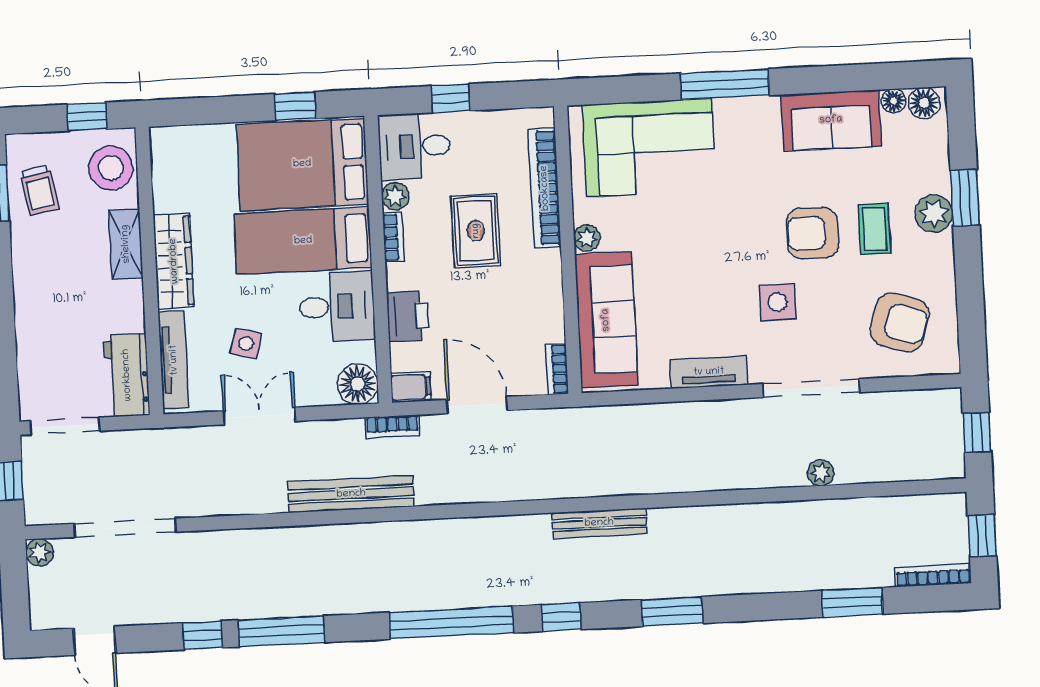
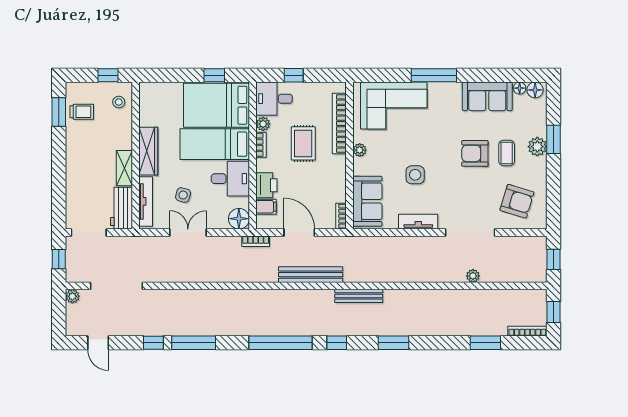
stool: (111, 168) -> (119, 102), width x0.53, depth x0.53
trolley: (40, 190) -> (82, 112), turned -79
shelving: (126, 244) -> (124, 168), moved
side table: (777, 302) -> (415, 175), moved
sofa: (606, 320) -> (367, 201), width x0.73
filing cabinet: (411, 387) -> (266, 207), moved
bench: (351, 494) -> (311, 275), moved

